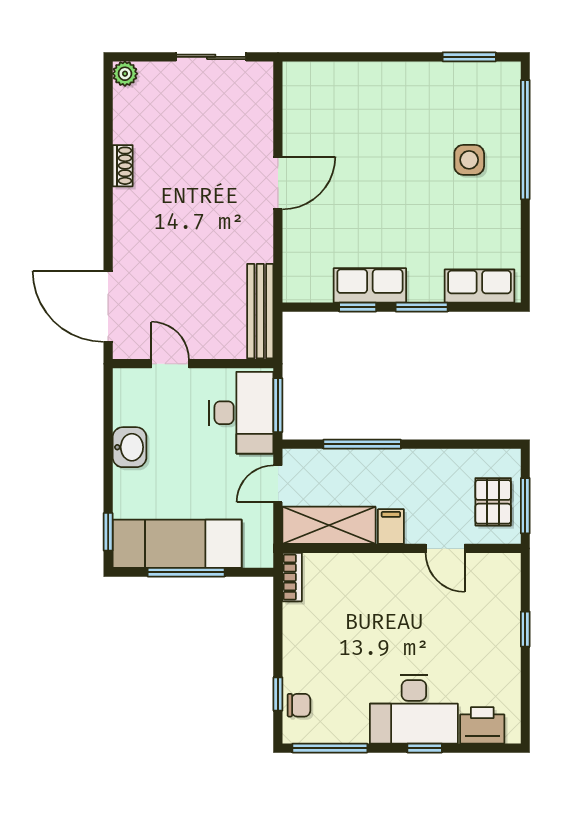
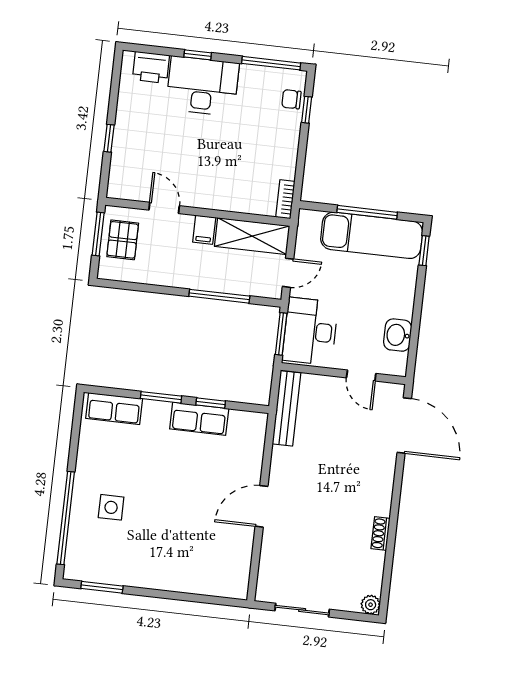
washbasin: (130, 447) -> (398, 335), moved

